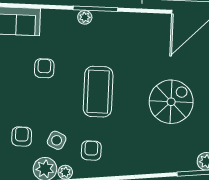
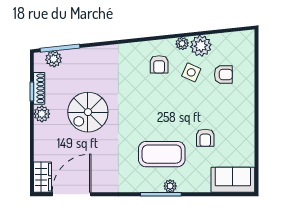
coffee table: (98, 92) -> (162, 154), moved, turned 90
armchair: (22, 137) -> (223, 75), turned -90

